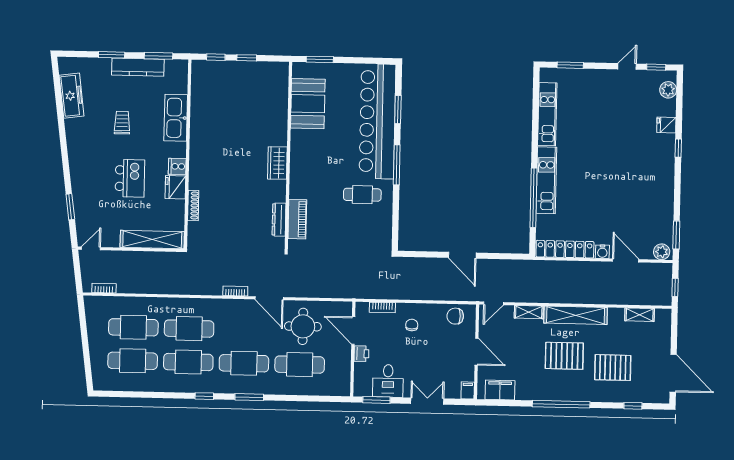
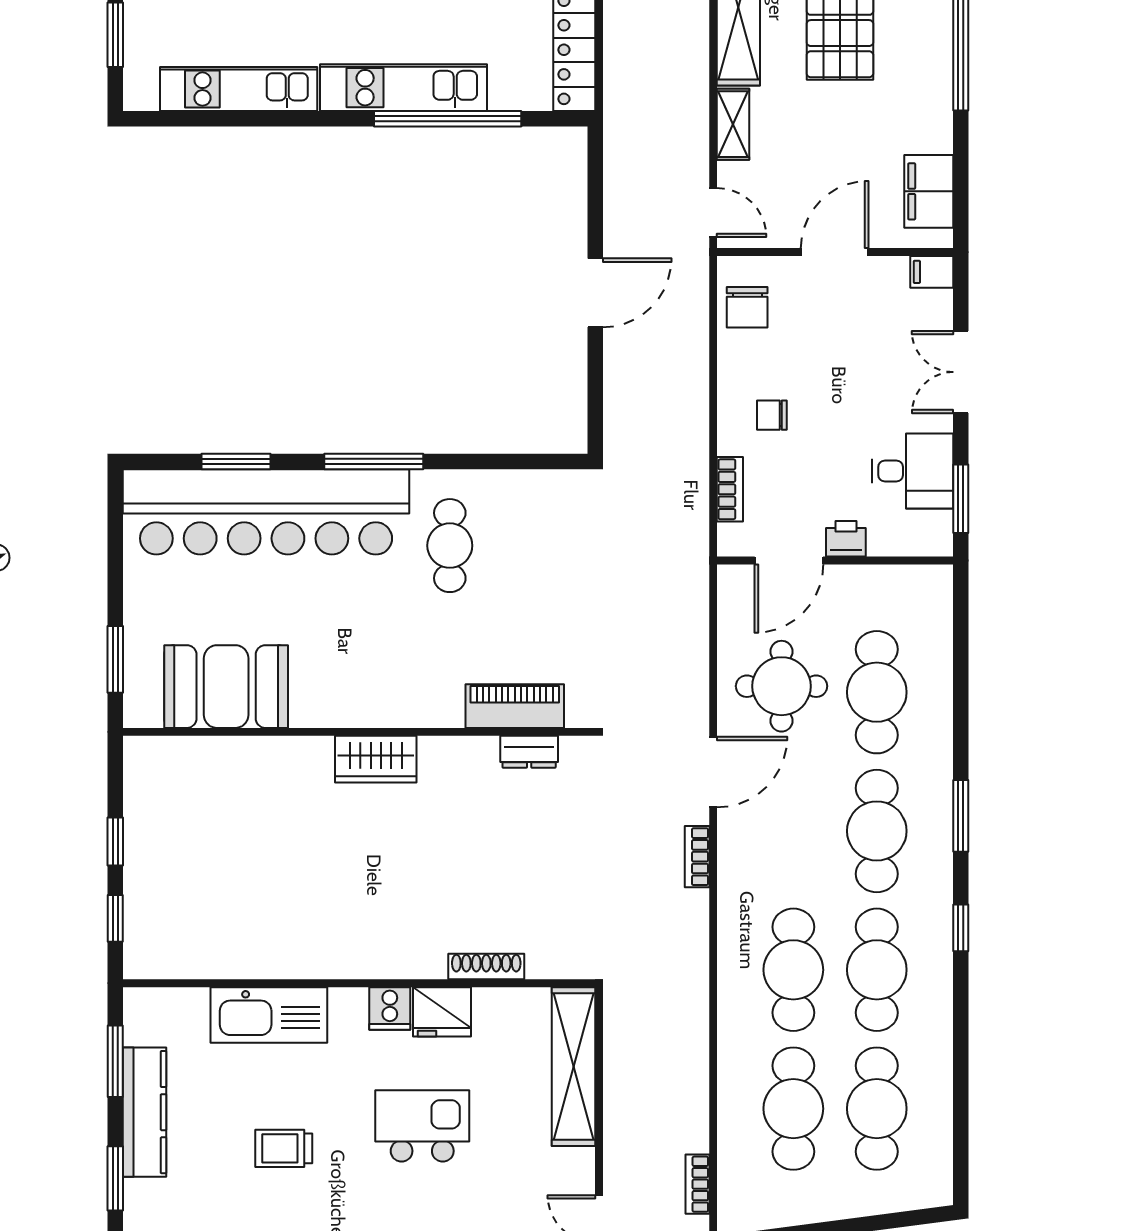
dresser: (279, 220) -> (529, 752), width x0.70

